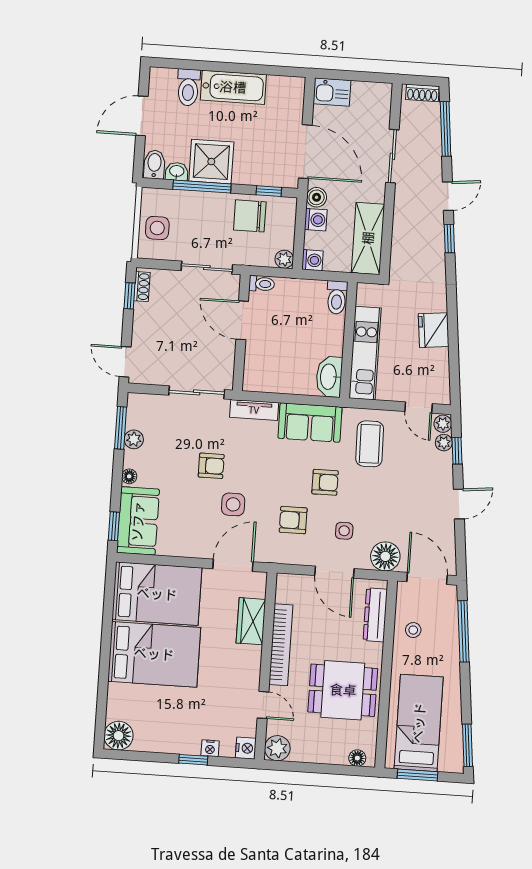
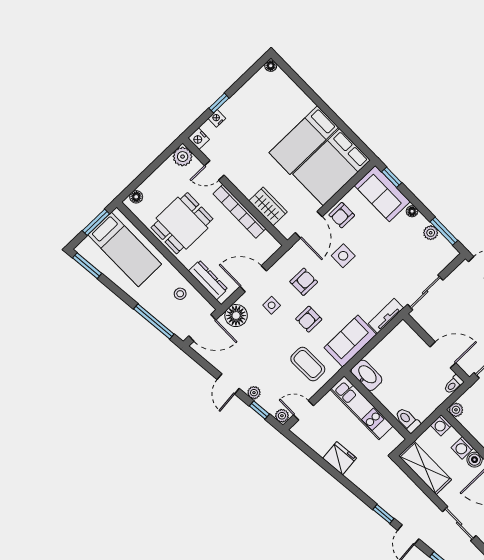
plant: (444, 443) -> (254, 393), moved
armchair: (211, 466) -> (342, 215), moved
bed: (154, 654) -> (304, 140), width x0.67
floor lamp: (119, 736) -> (271, 66), width x0.53, depth x0.53

